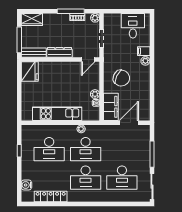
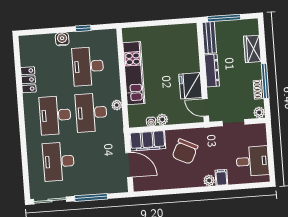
wardrobe: (32, 20) -> (252, 49), moved
fridge: (30, 72) -> (190, 86), moved, turned 90
water cooler: (26, 185) -> (62, 39), moved
locker: (51, 197) -> (28, 80), width x0.66

